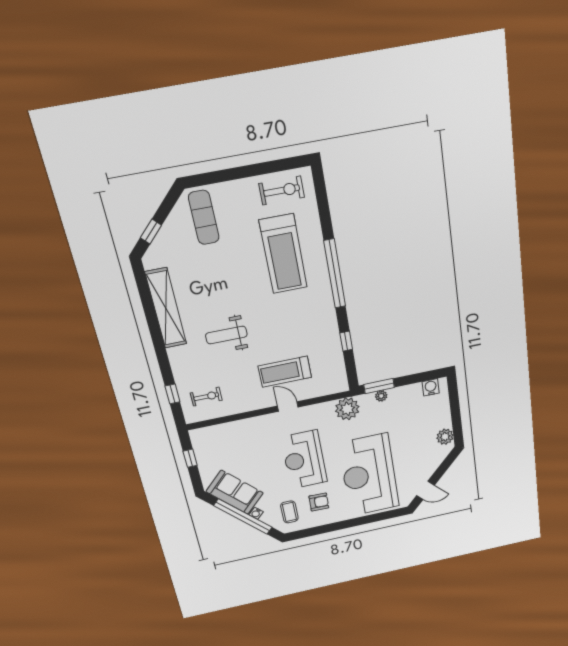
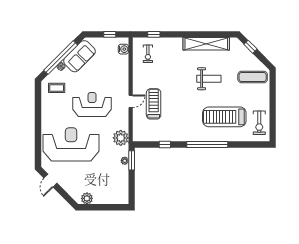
weight bench: (226, 335) -> (209, 79), moved, turned 90
water cooler: (431, 387) -> (123, 49), moved
armchair: (319, 502) -> (59, 108), removed

